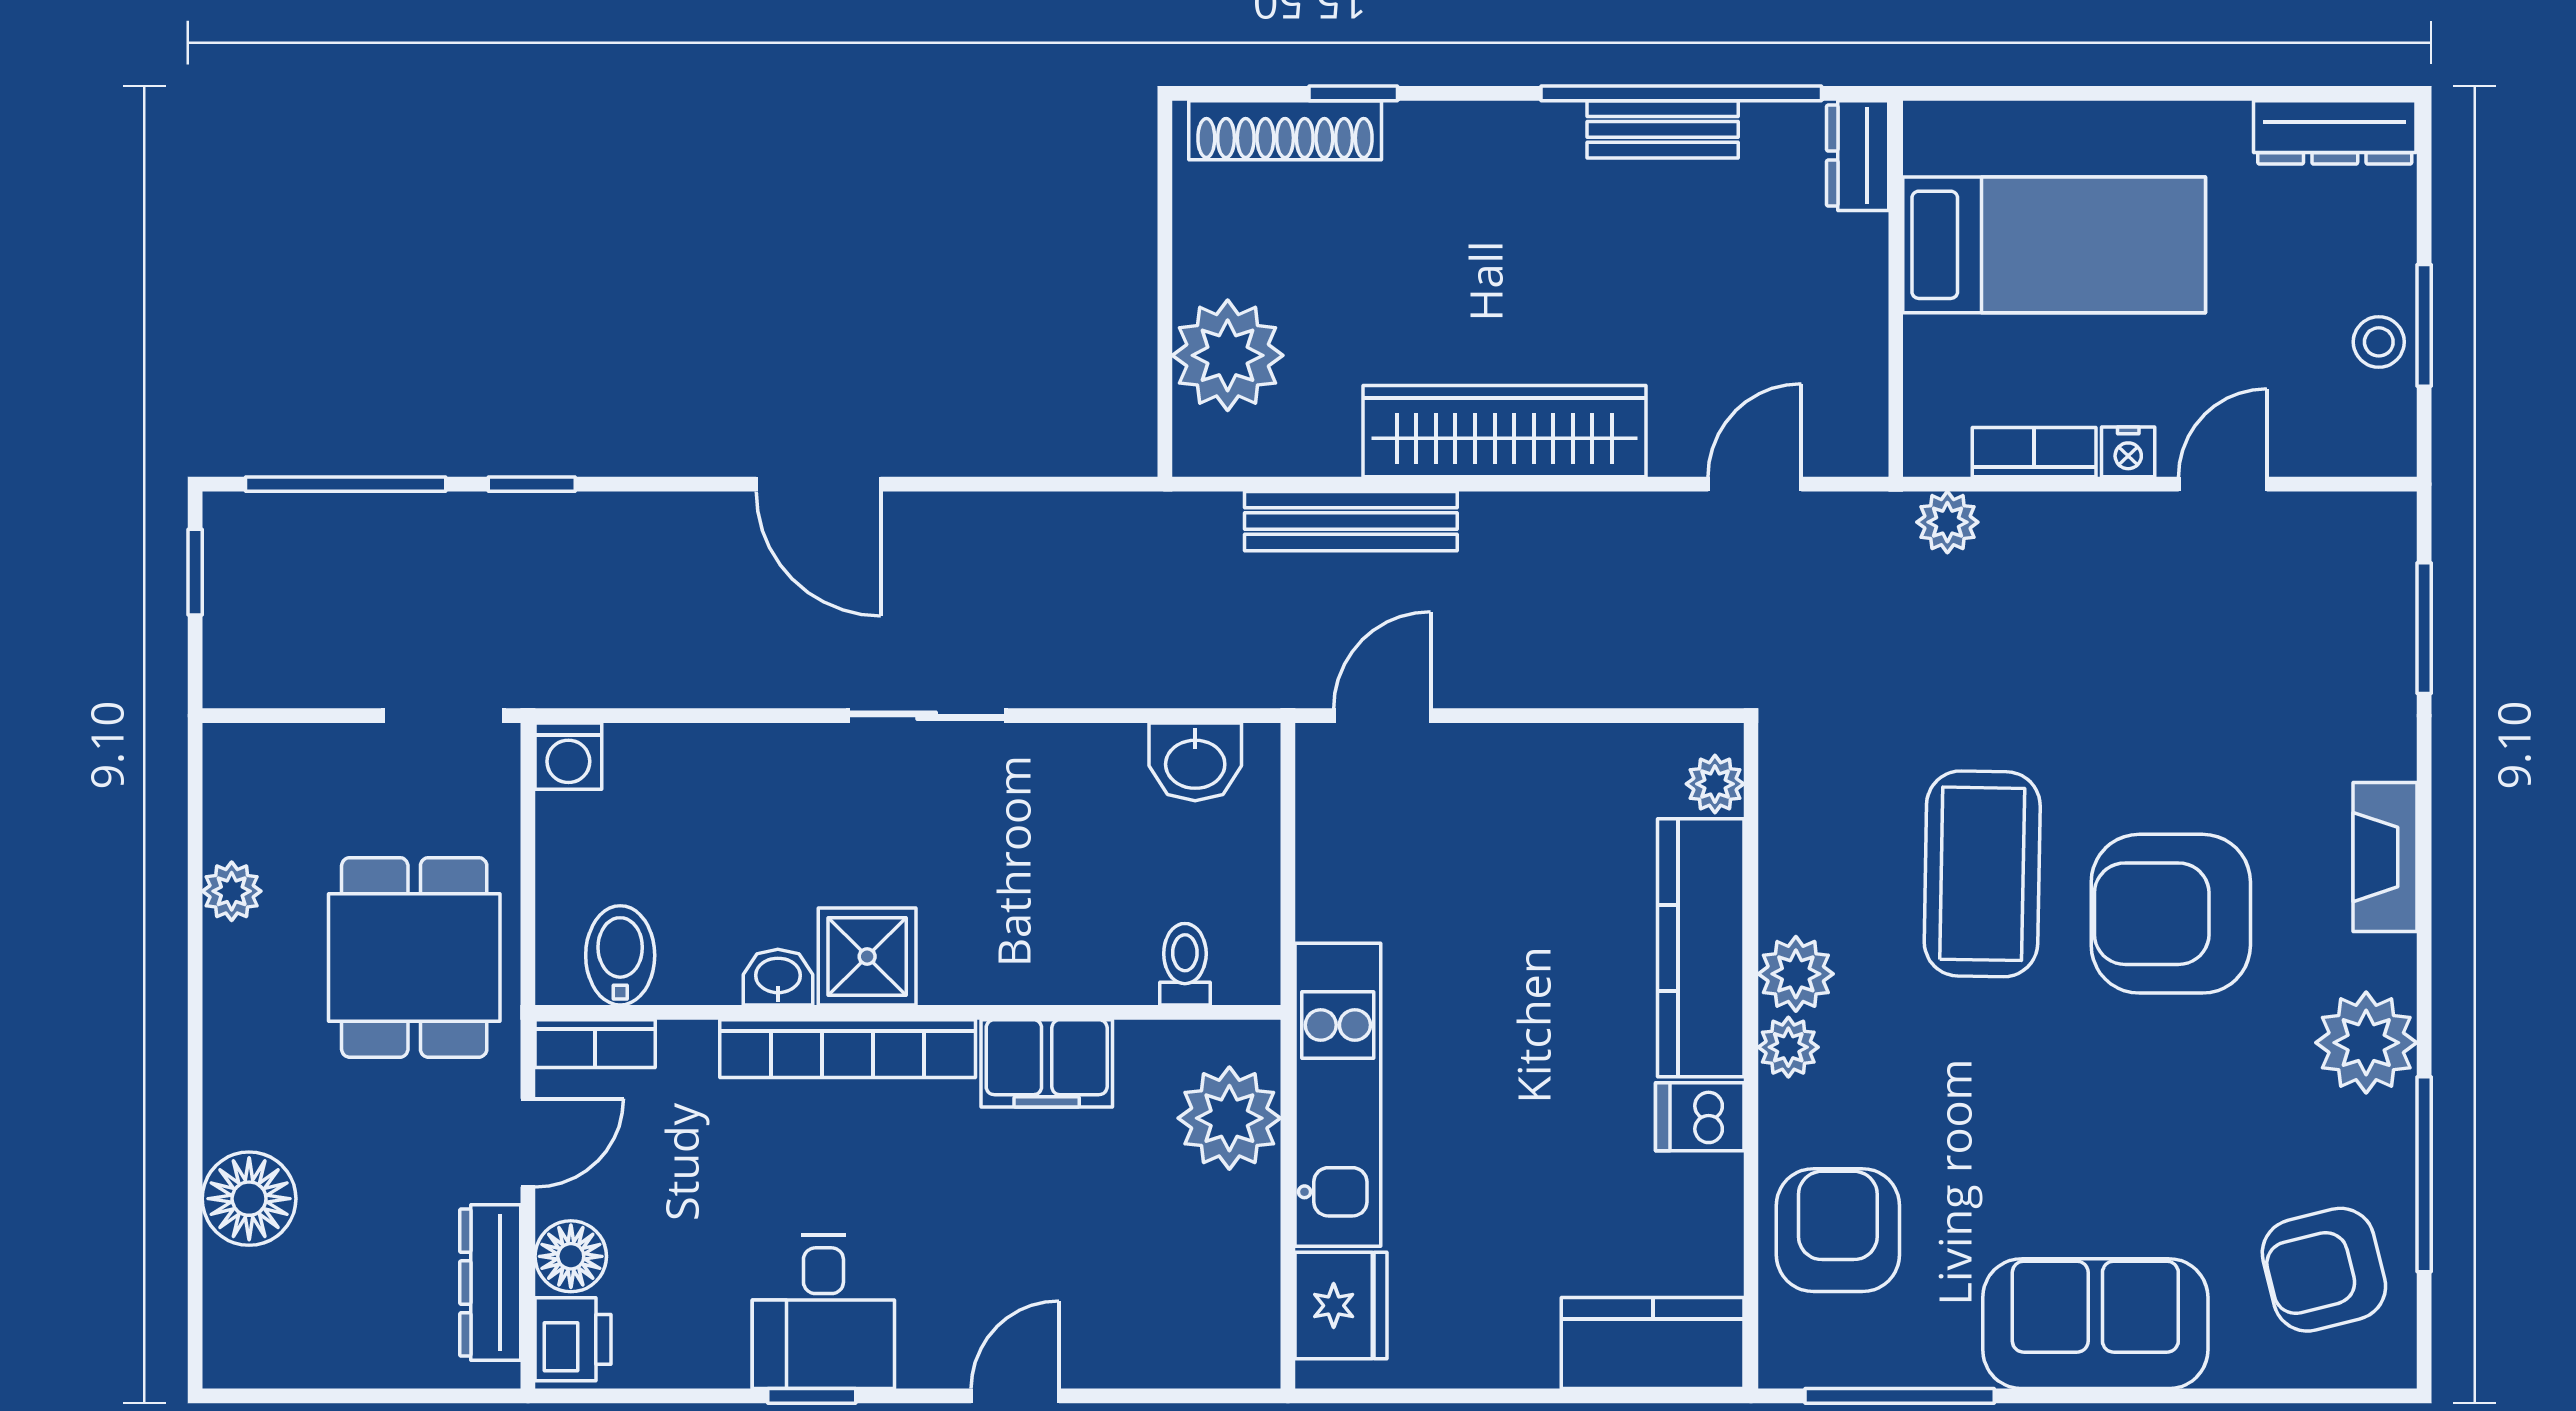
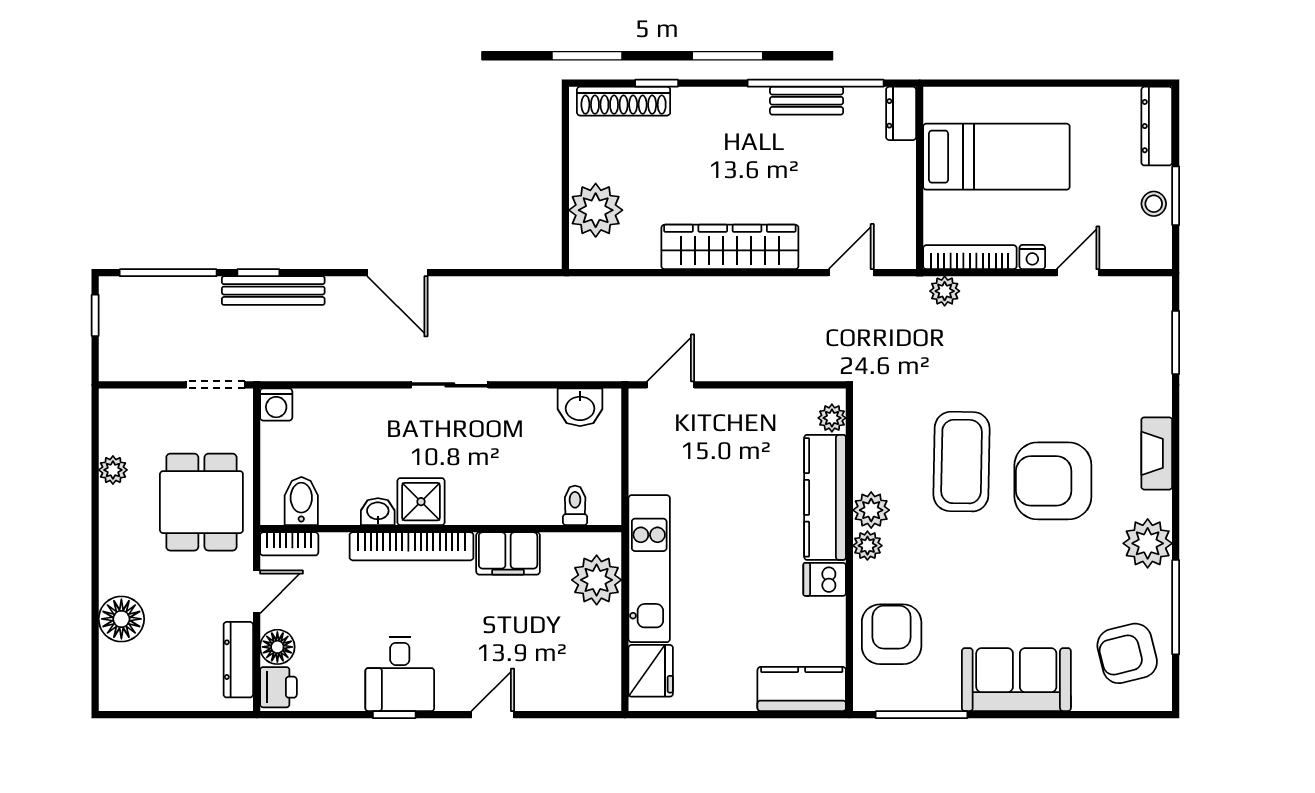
dresser: (2335, 132) -> (1157, 126), moved, turned 90
bookcase: (2034, 452) -> (970, 257), width x1.56
bench: (1351, 521) -> (273, 291), moved

